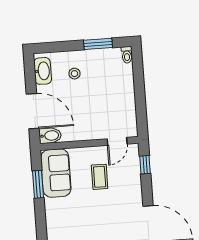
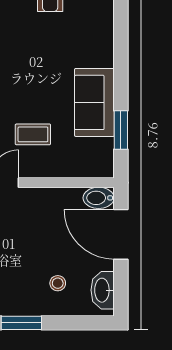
sofa: (56, 173) -> (94, 102), moved
coffee table: (100, 177) -> (33, 134), turned 90

